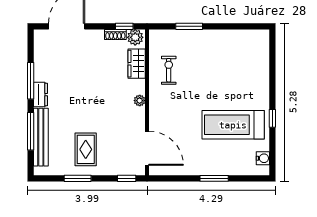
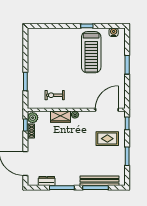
wardrobe: (137, 64) -> (61, 117), moved
dresser: (41, 95) -> (47, 181), moved
rug: (86, 149) -> (107, 139), moved

